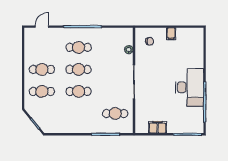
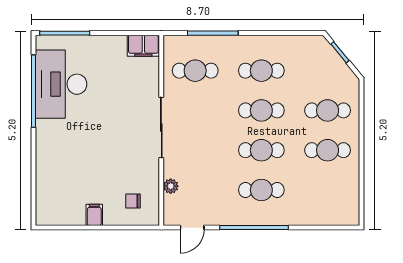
door: (42, 27) -> (192, 228), moved
desk: (189, 87) -> (61, 84), moved
cafe table: (79, 113) -> (261, 71), added
filing cabinet: (158, 127) -> (143, 46), moved

